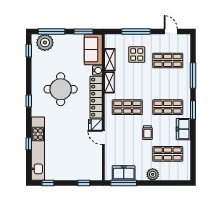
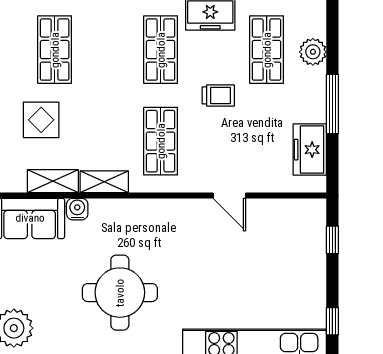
locker: (96, 97) -> (138, 212), removed
fridge: (95, 125) -> (200, 214), removed
door: (103, 138) -> (229, 195), hinge flipped
plant: (153, 174) -> (313, 52), moved
window: (124, 183) -> (332, 104), moved

